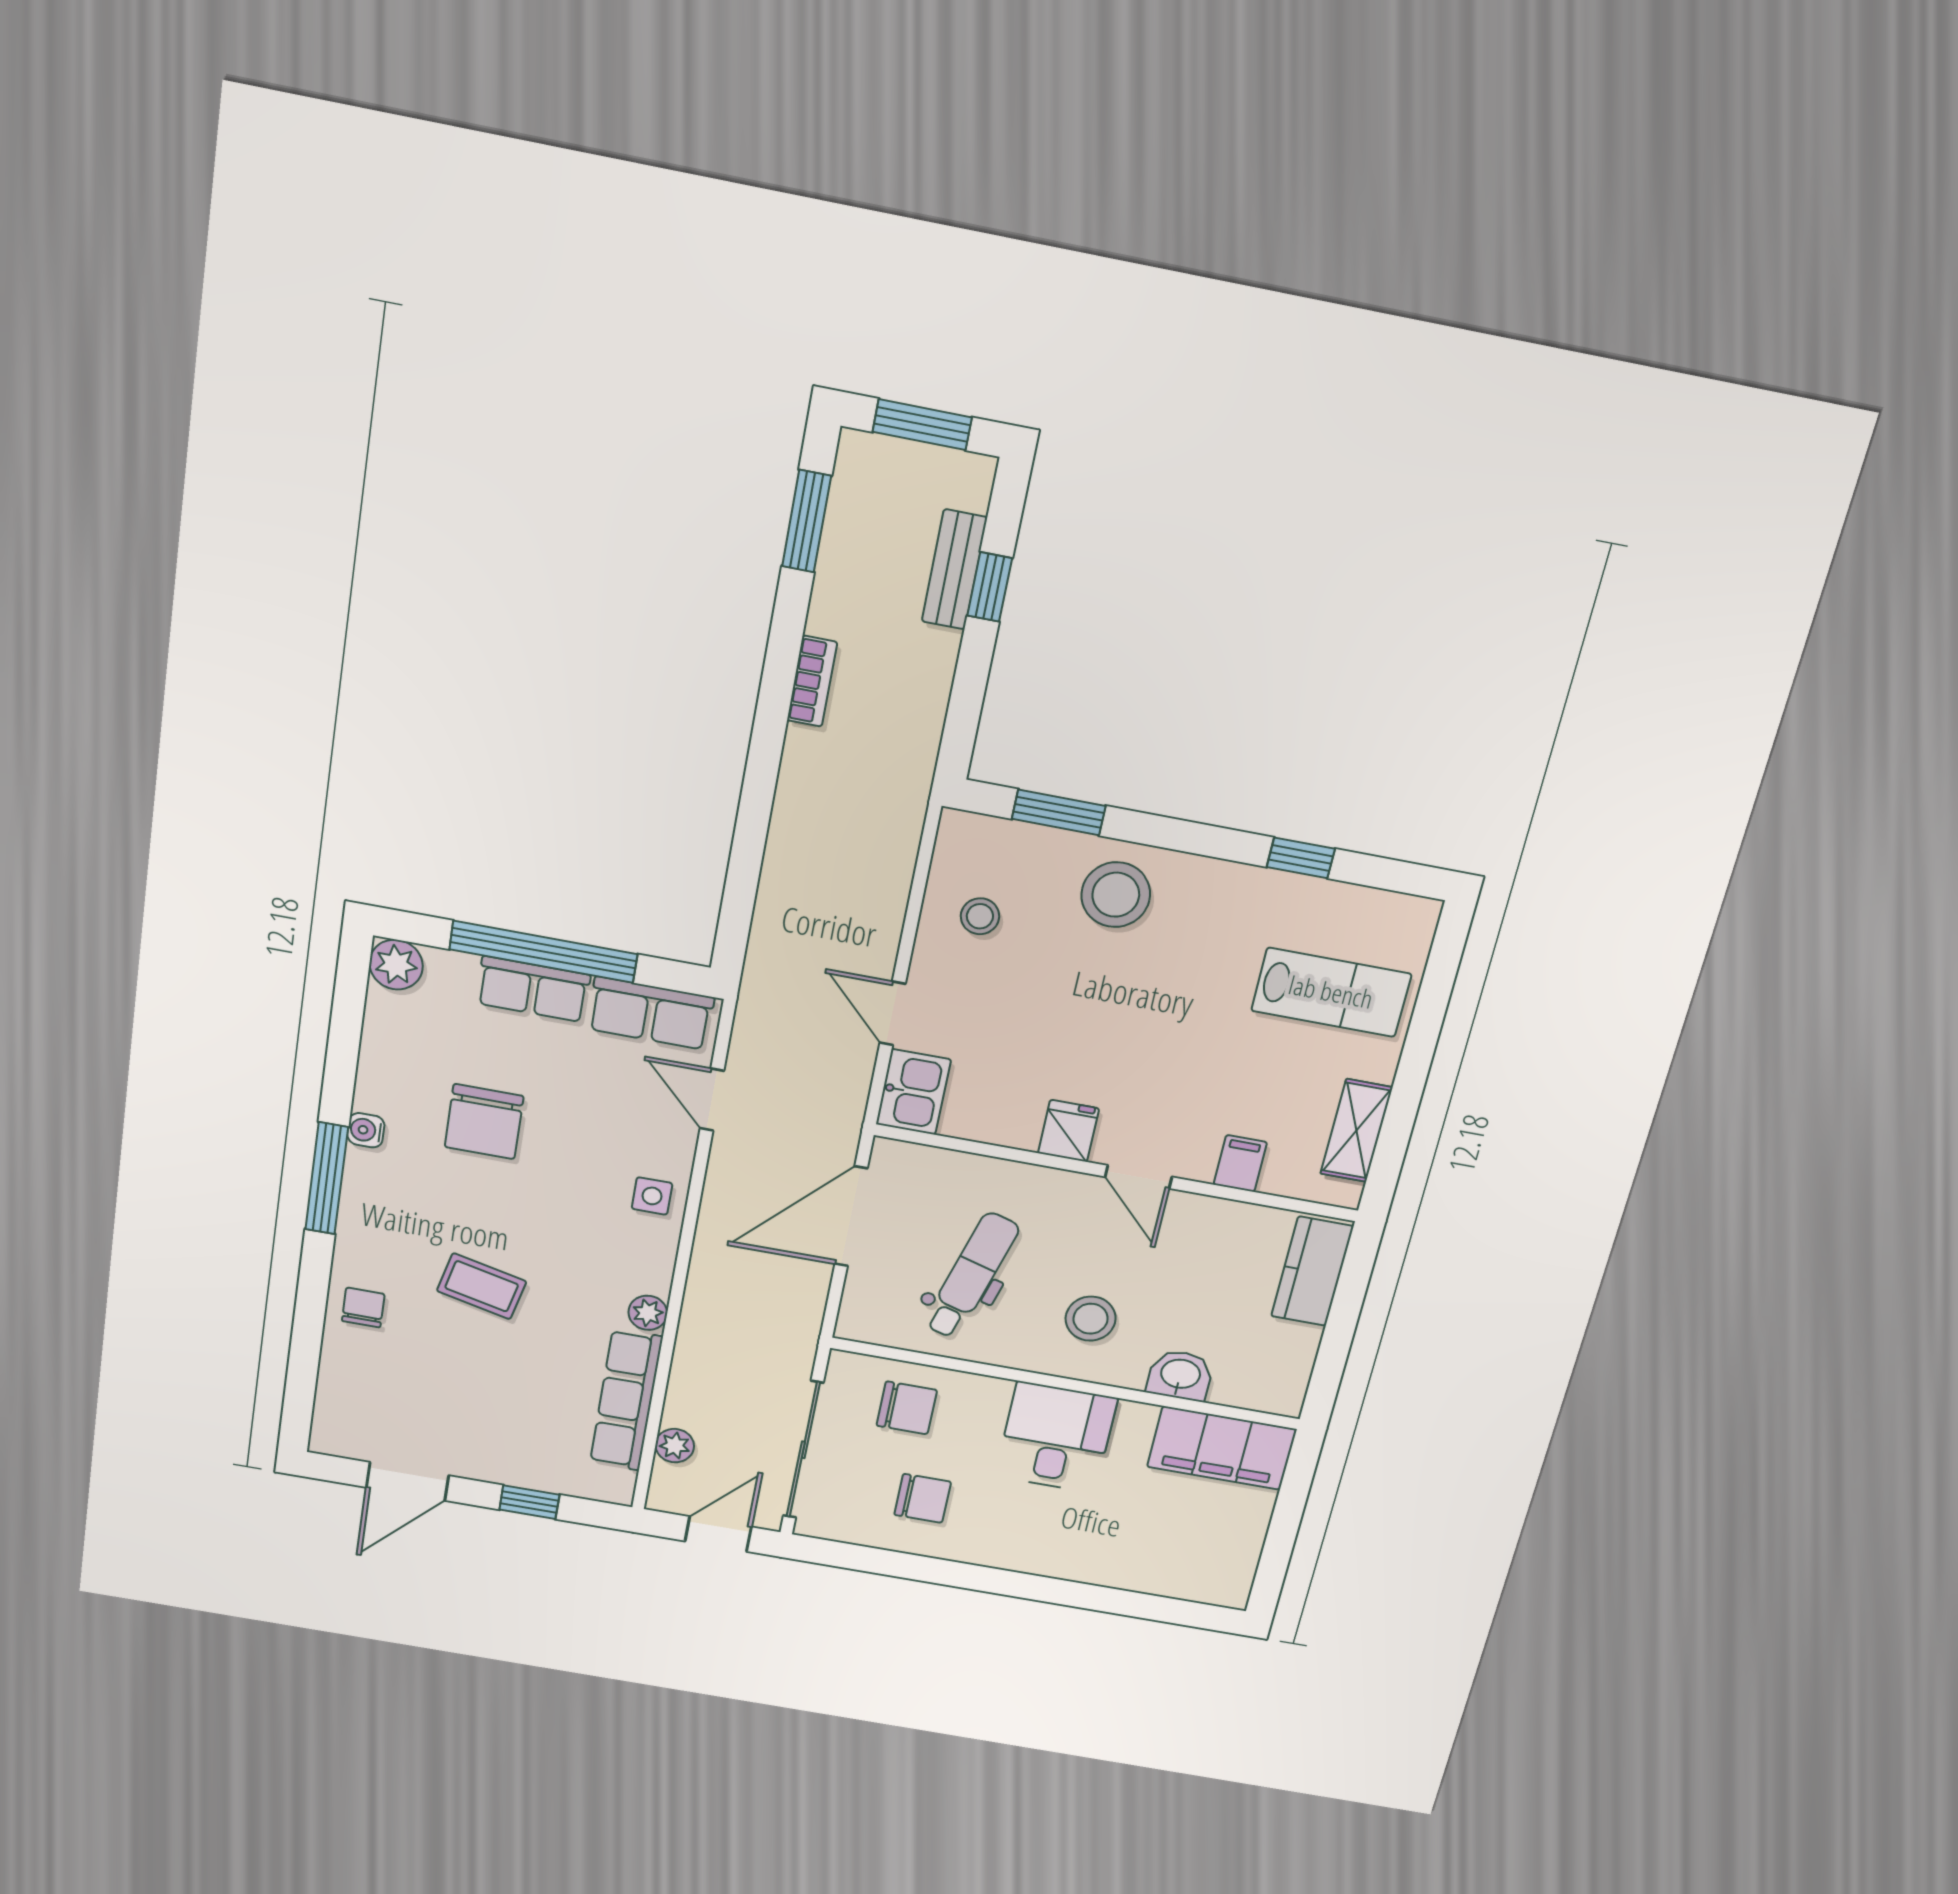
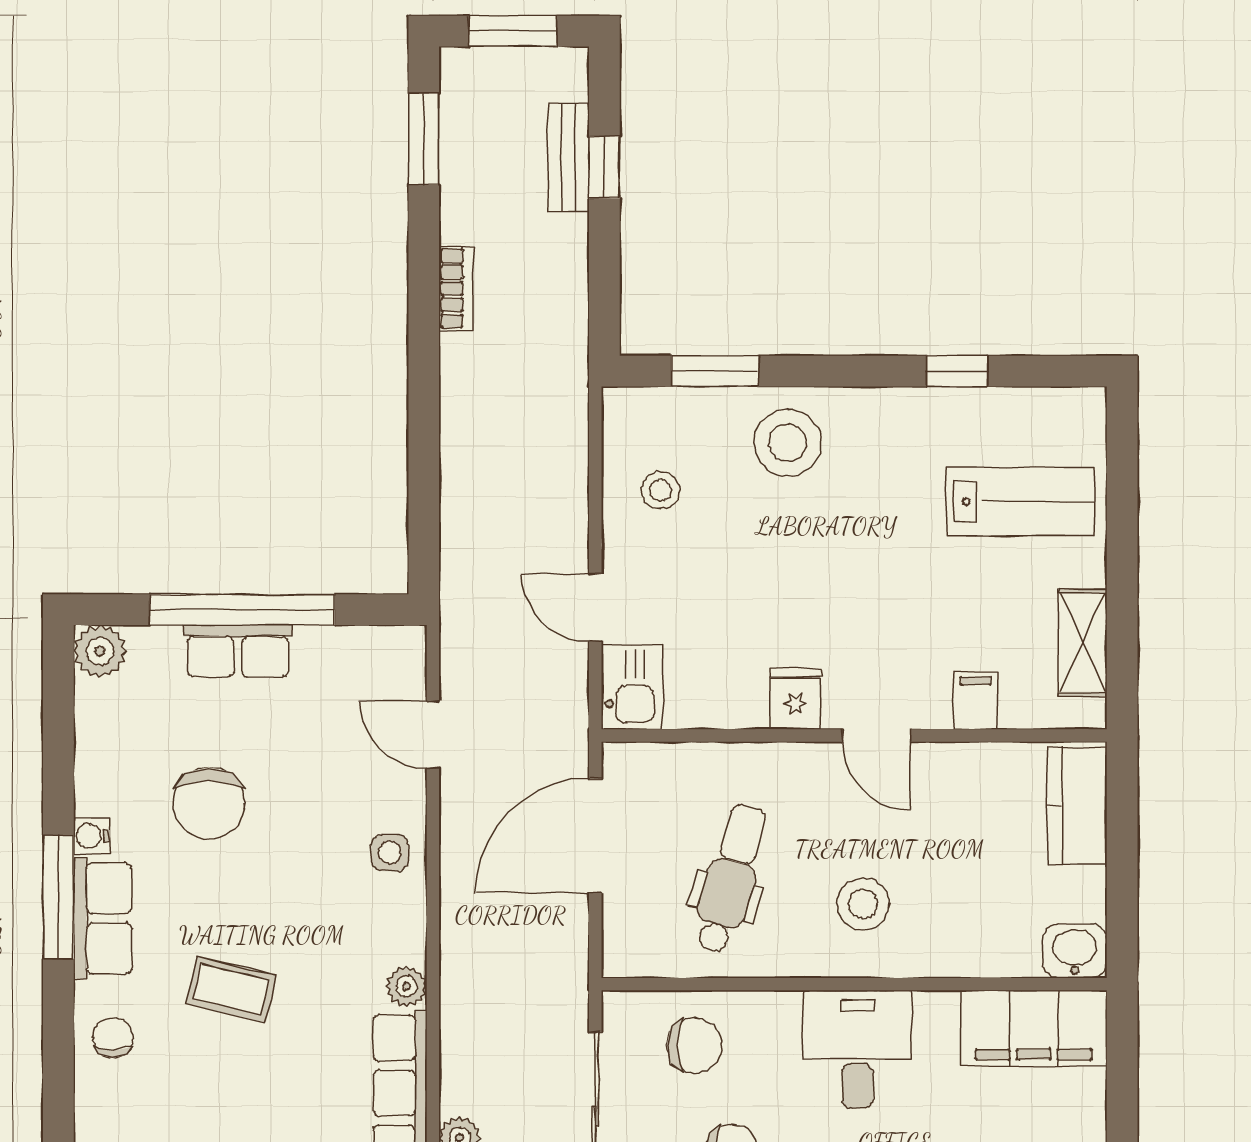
row of seats: (651, 1013) -> (103, 919), moved, turned -90
washbasin: (1180, 1375) -> (1075, 951), moved

